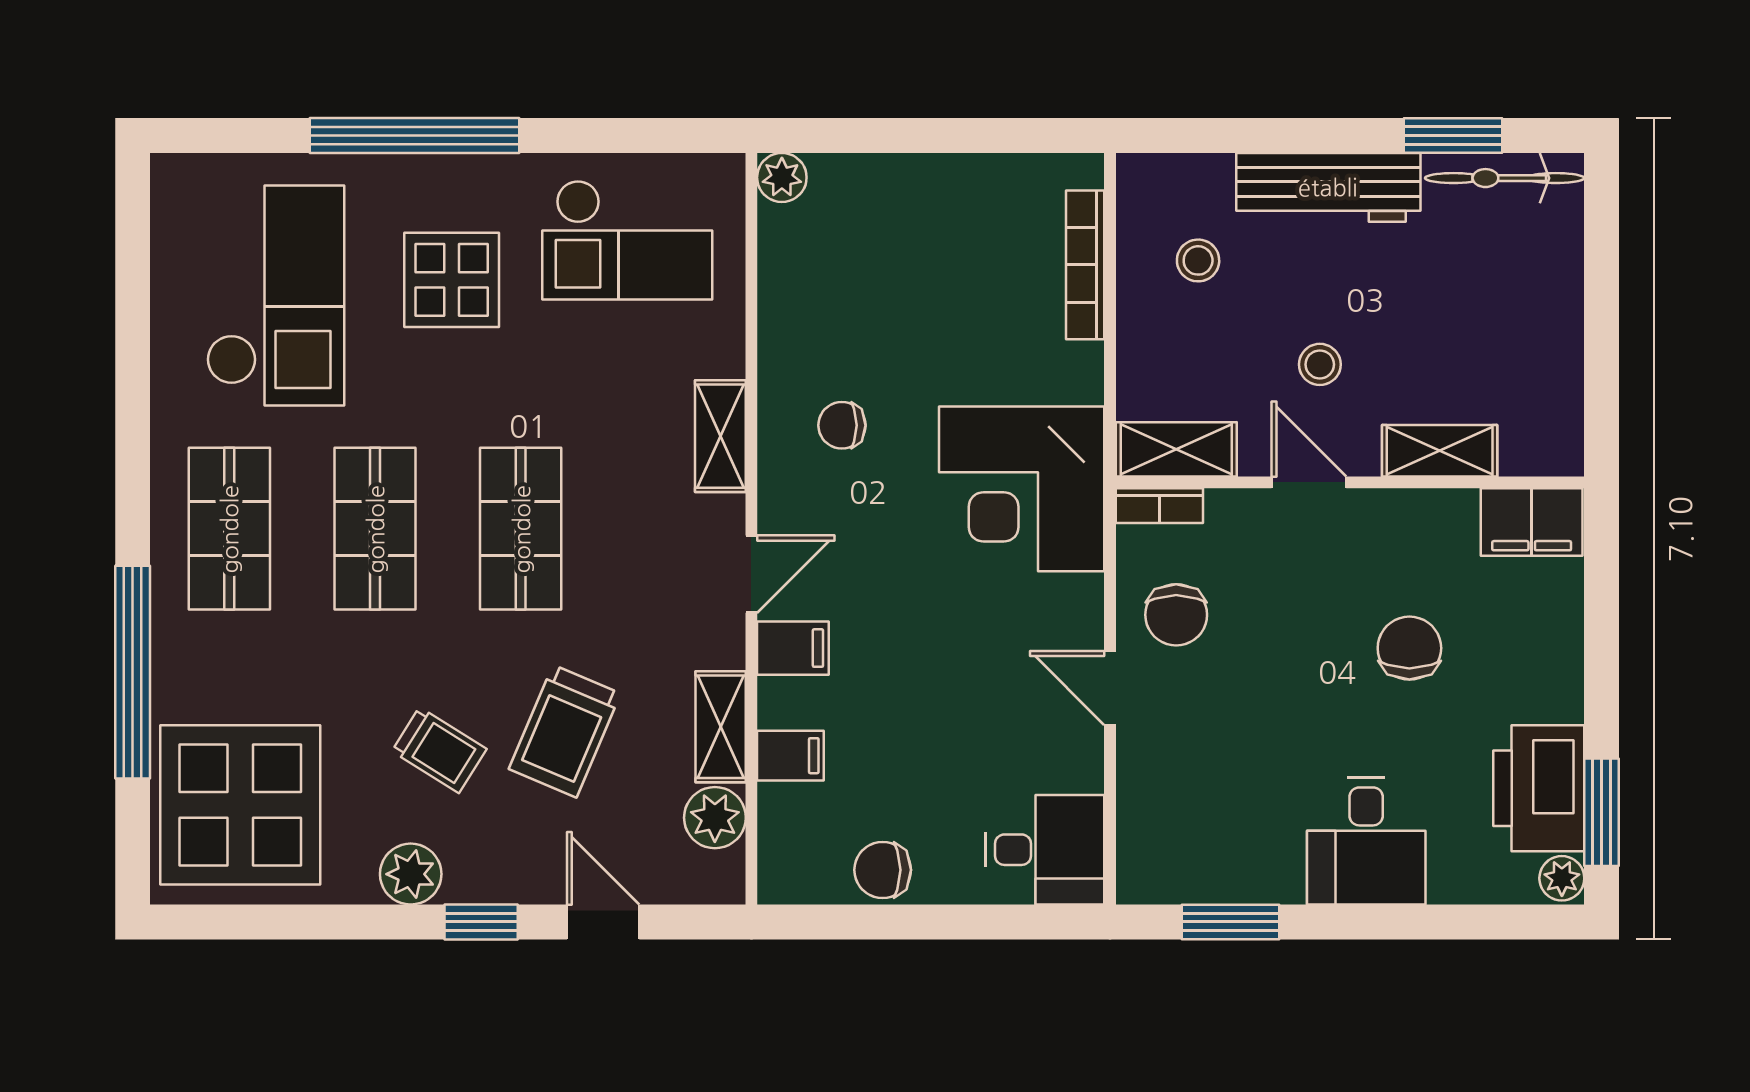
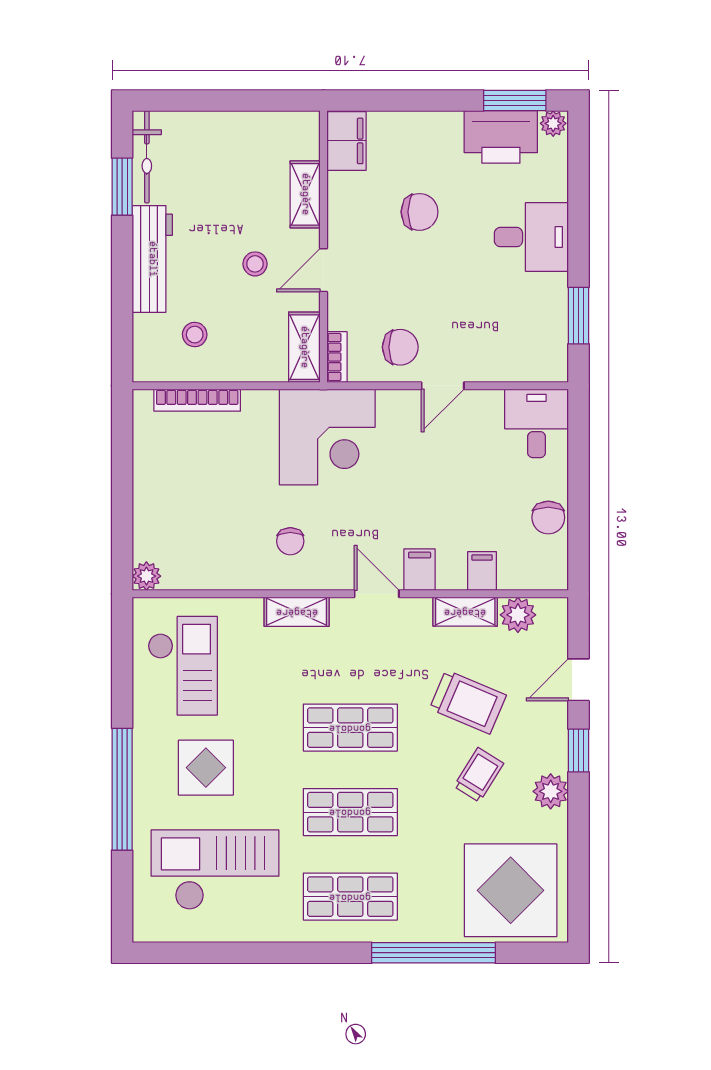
chair: (1409, 648) -> (420, 212), turned 180

